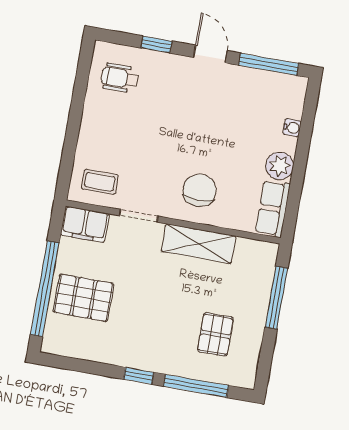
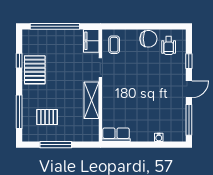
wheelchair: (120, 78) -> (169, 45), turned 180
plant: (280, 166) -> (138, 134), removed
chair: (200, 190) -> (148, 39), moved
pallet: (83, 298) -> (35, 70), moved
window: (276, 298) -> (56, 145), moved
window: (139, 376) -> (19, 61), moved

